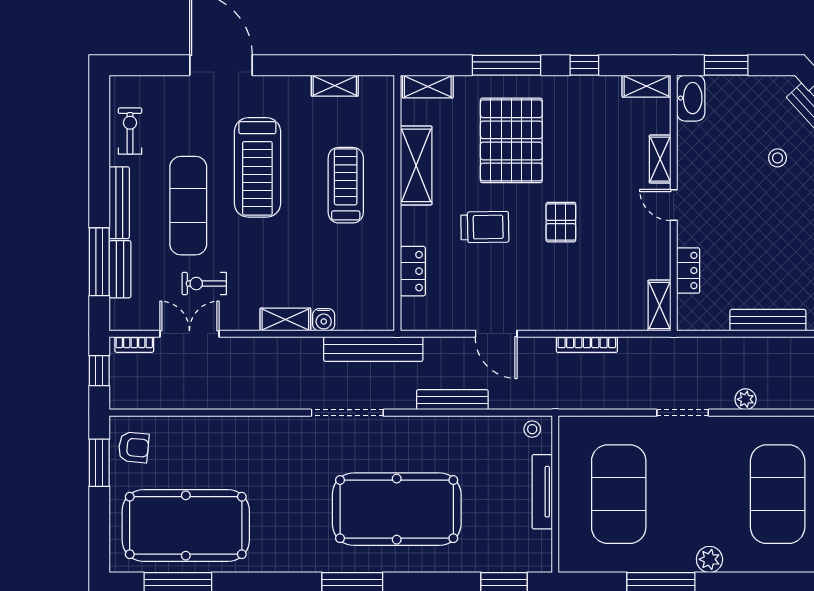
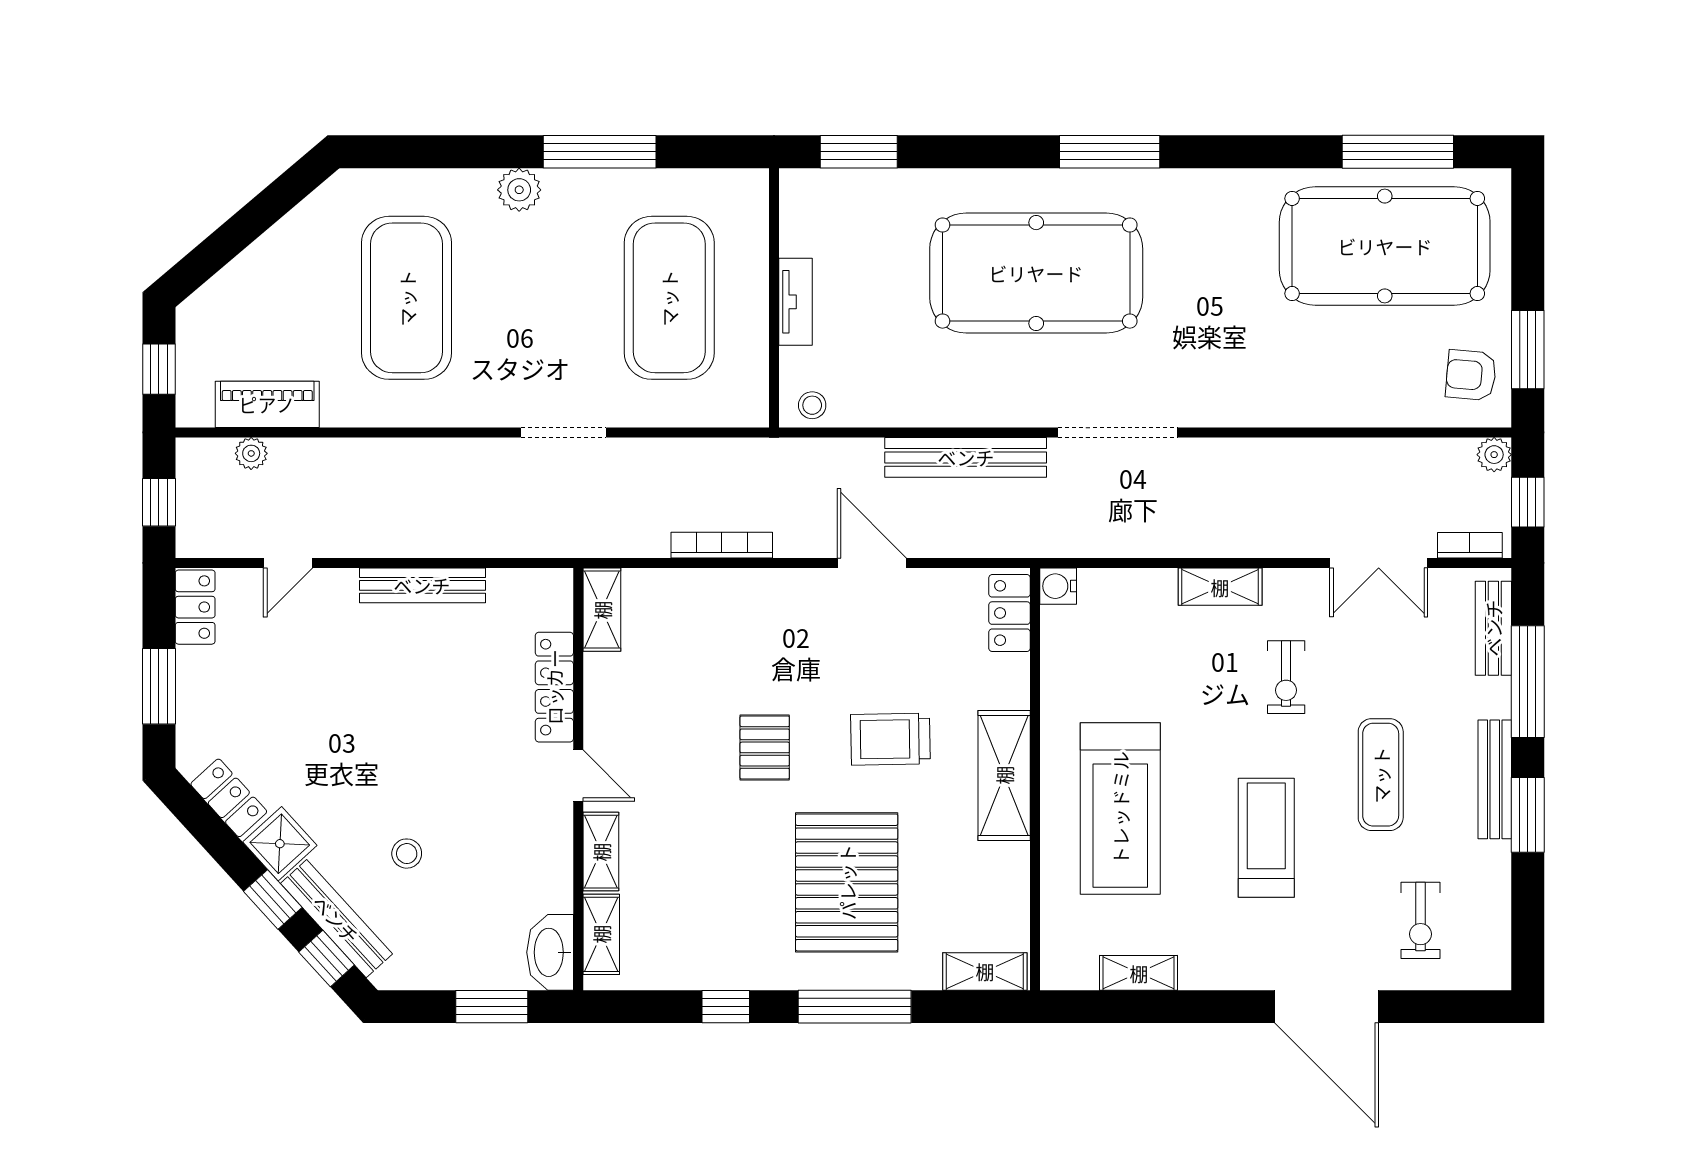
shelving: (646, 86) -> (601, 934), moved, turned 90
exercise bike: (130, 131) -> (1420, 920), moved
shelving: (416, 165) -> (1004, 775), moved
treadmill: (257, 167) -> (1266, 838), width x0.73, depth x0.73
window: (99, 181) -> (1528, 815), added
treadmill: (346, 185) -> (1120, 808), width x1.37, depth x1.37
exercise mat: (188, 206) -> (1381, 775), width x0.73, depth x0.69
bench: (120, 269) -> (1493, 628), moved
locker: (413, 271) -> (1010, 613), moved
locker: (688, 271) -> (554, 687), width x1.53
exercise bike: (204, 284) -> (1286, 677), moved, turned 90
water cooler: (324, 320) -> (1058, 586), moved, turned -90
bench: (373, 349) -> (1075, 538), removed
plant: (746, 399) -> (1494, 455), moved
bench: (452, 400) -> (966, 457), width x1.37, depth x1.21
tv unit: (542, 492) -> (796, 302), width x0.71

